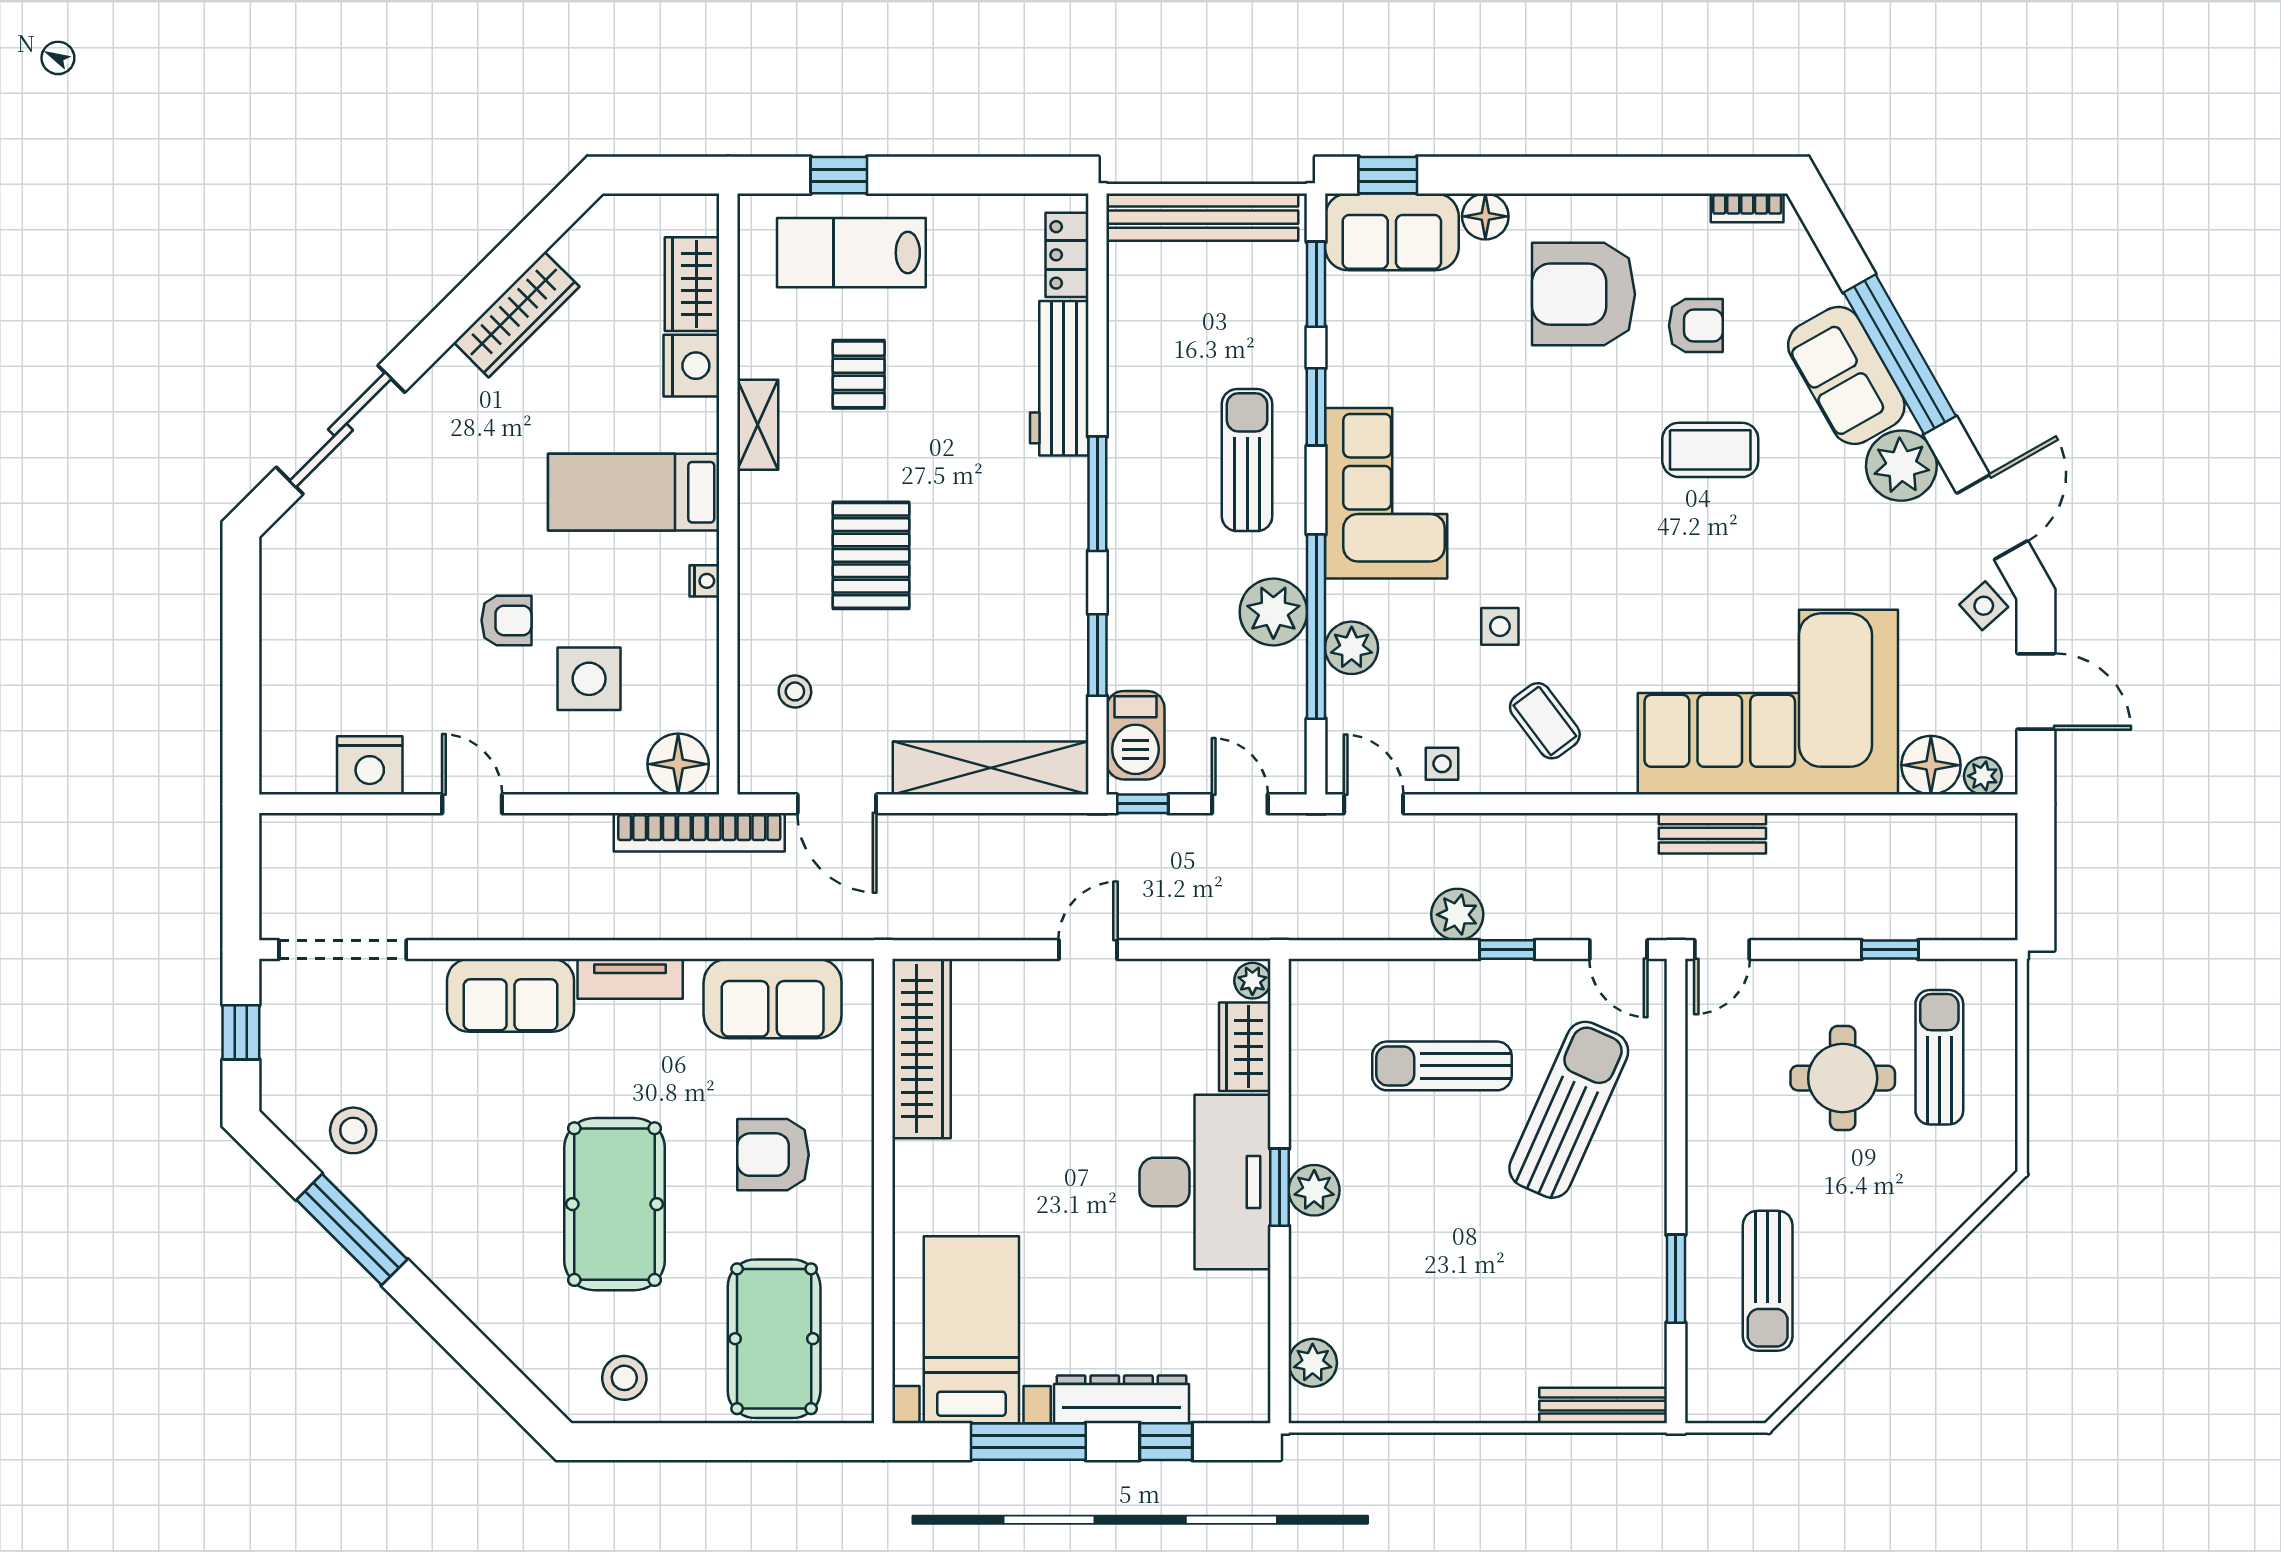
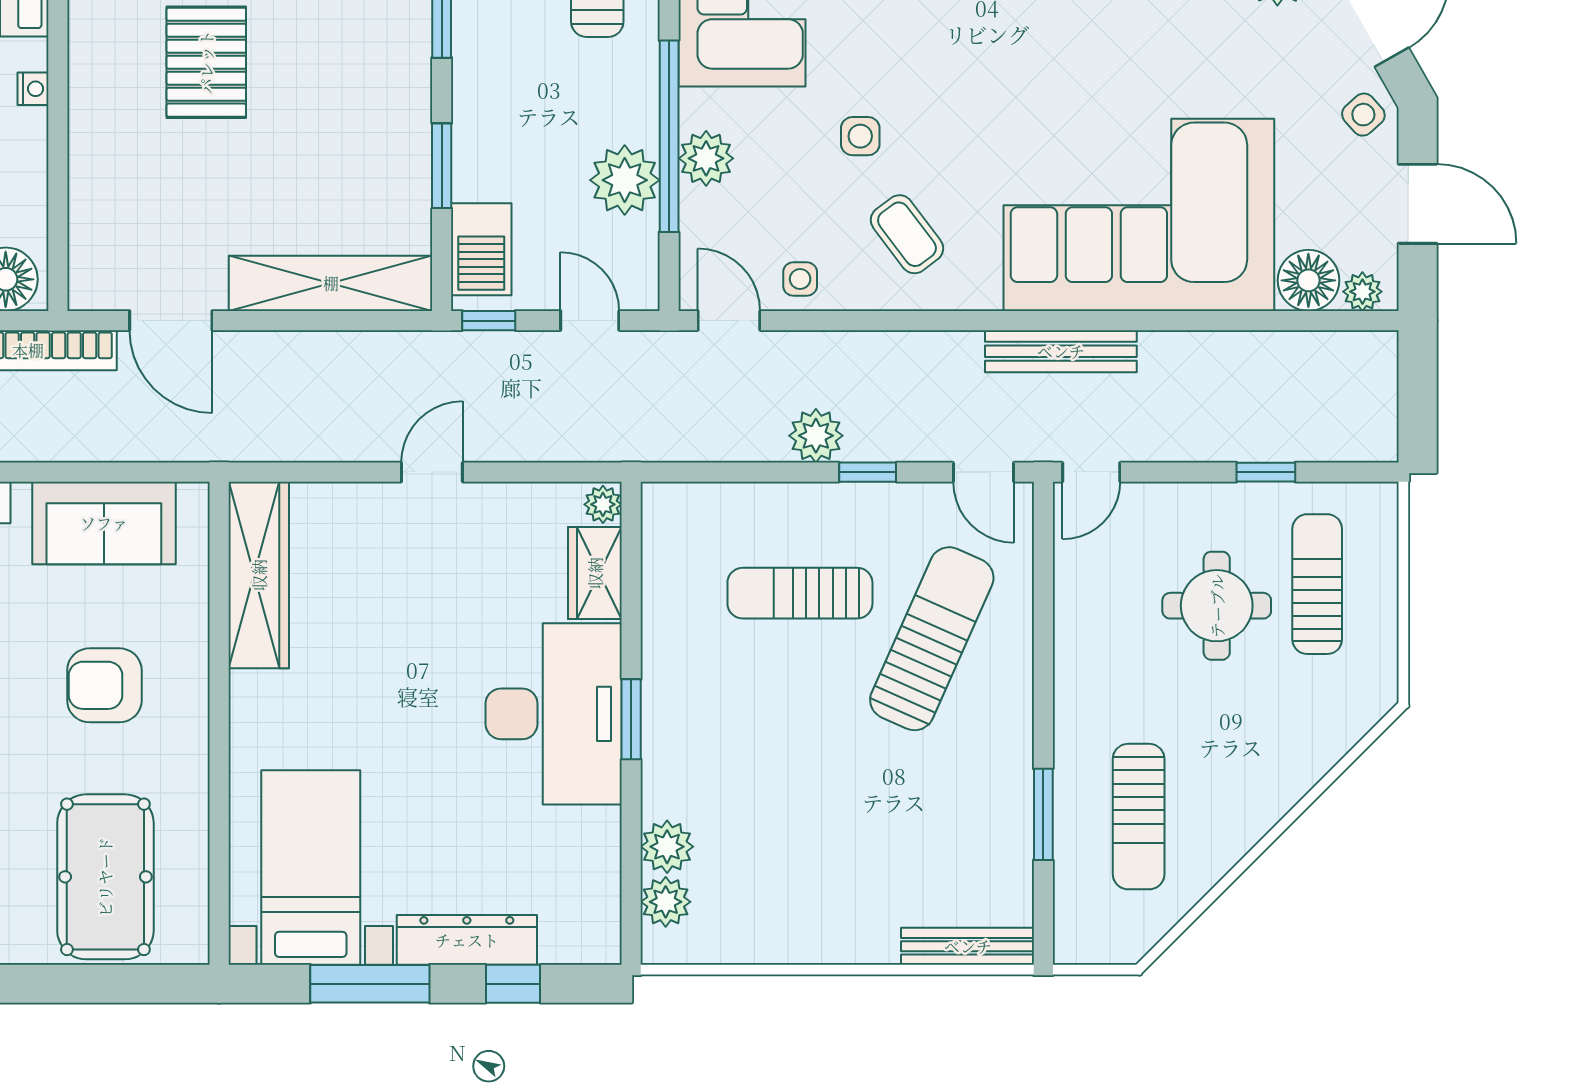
plant: (1273, 612) -> (625, 180), moved
stool: (795, 691) -> (127, 204), removed
bench: (1712, 833) -> (1061, 351), width x1.36
plant: (1314, 1190) -> (667, 847), moved

